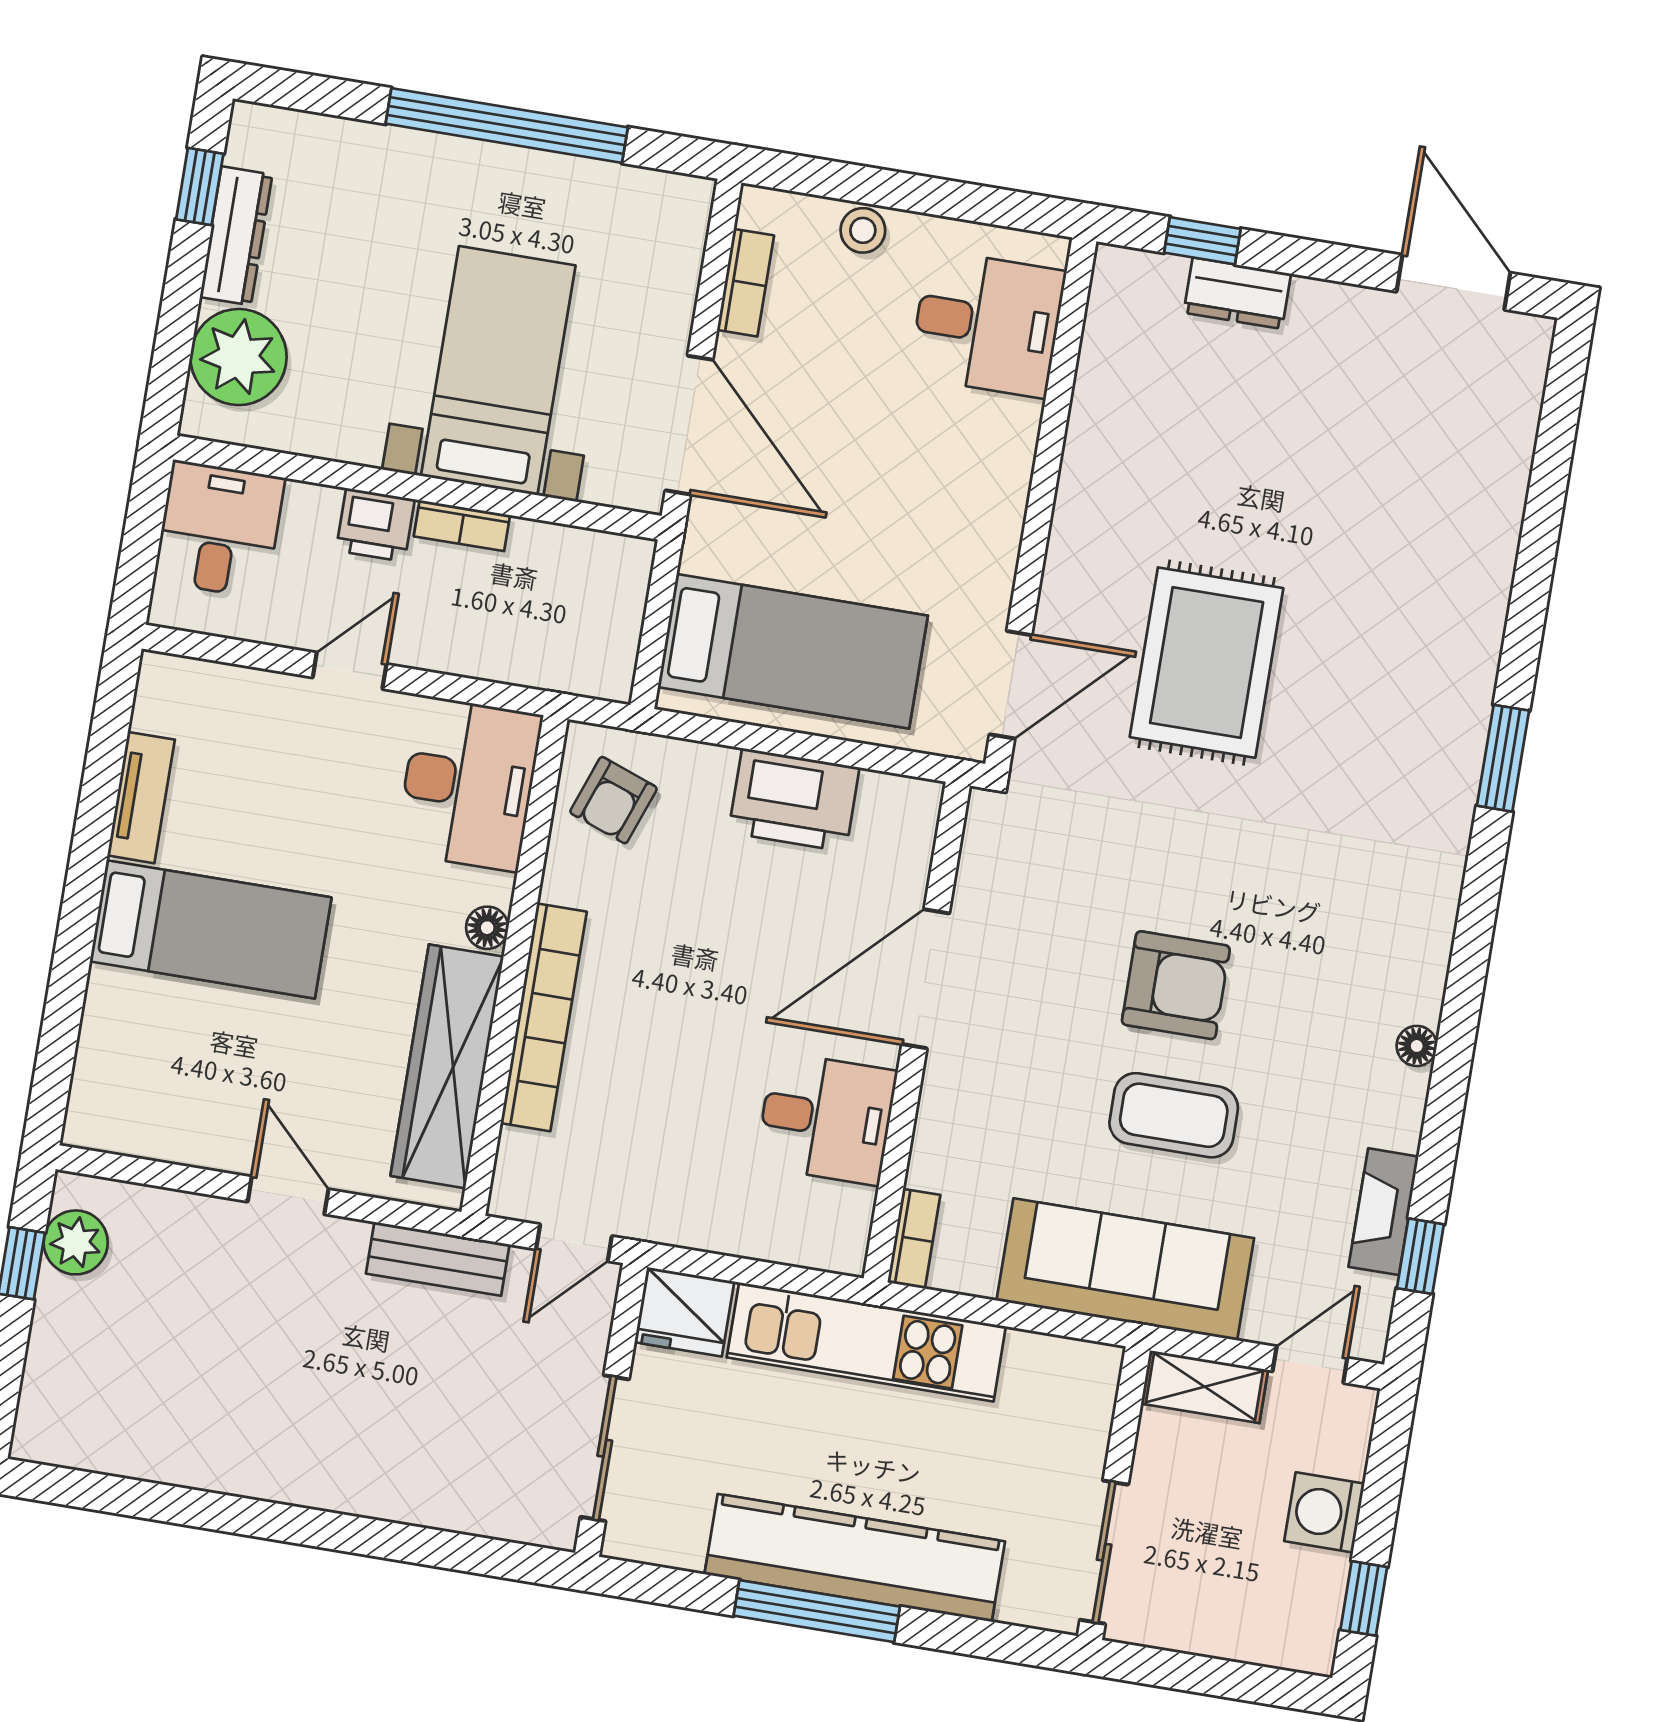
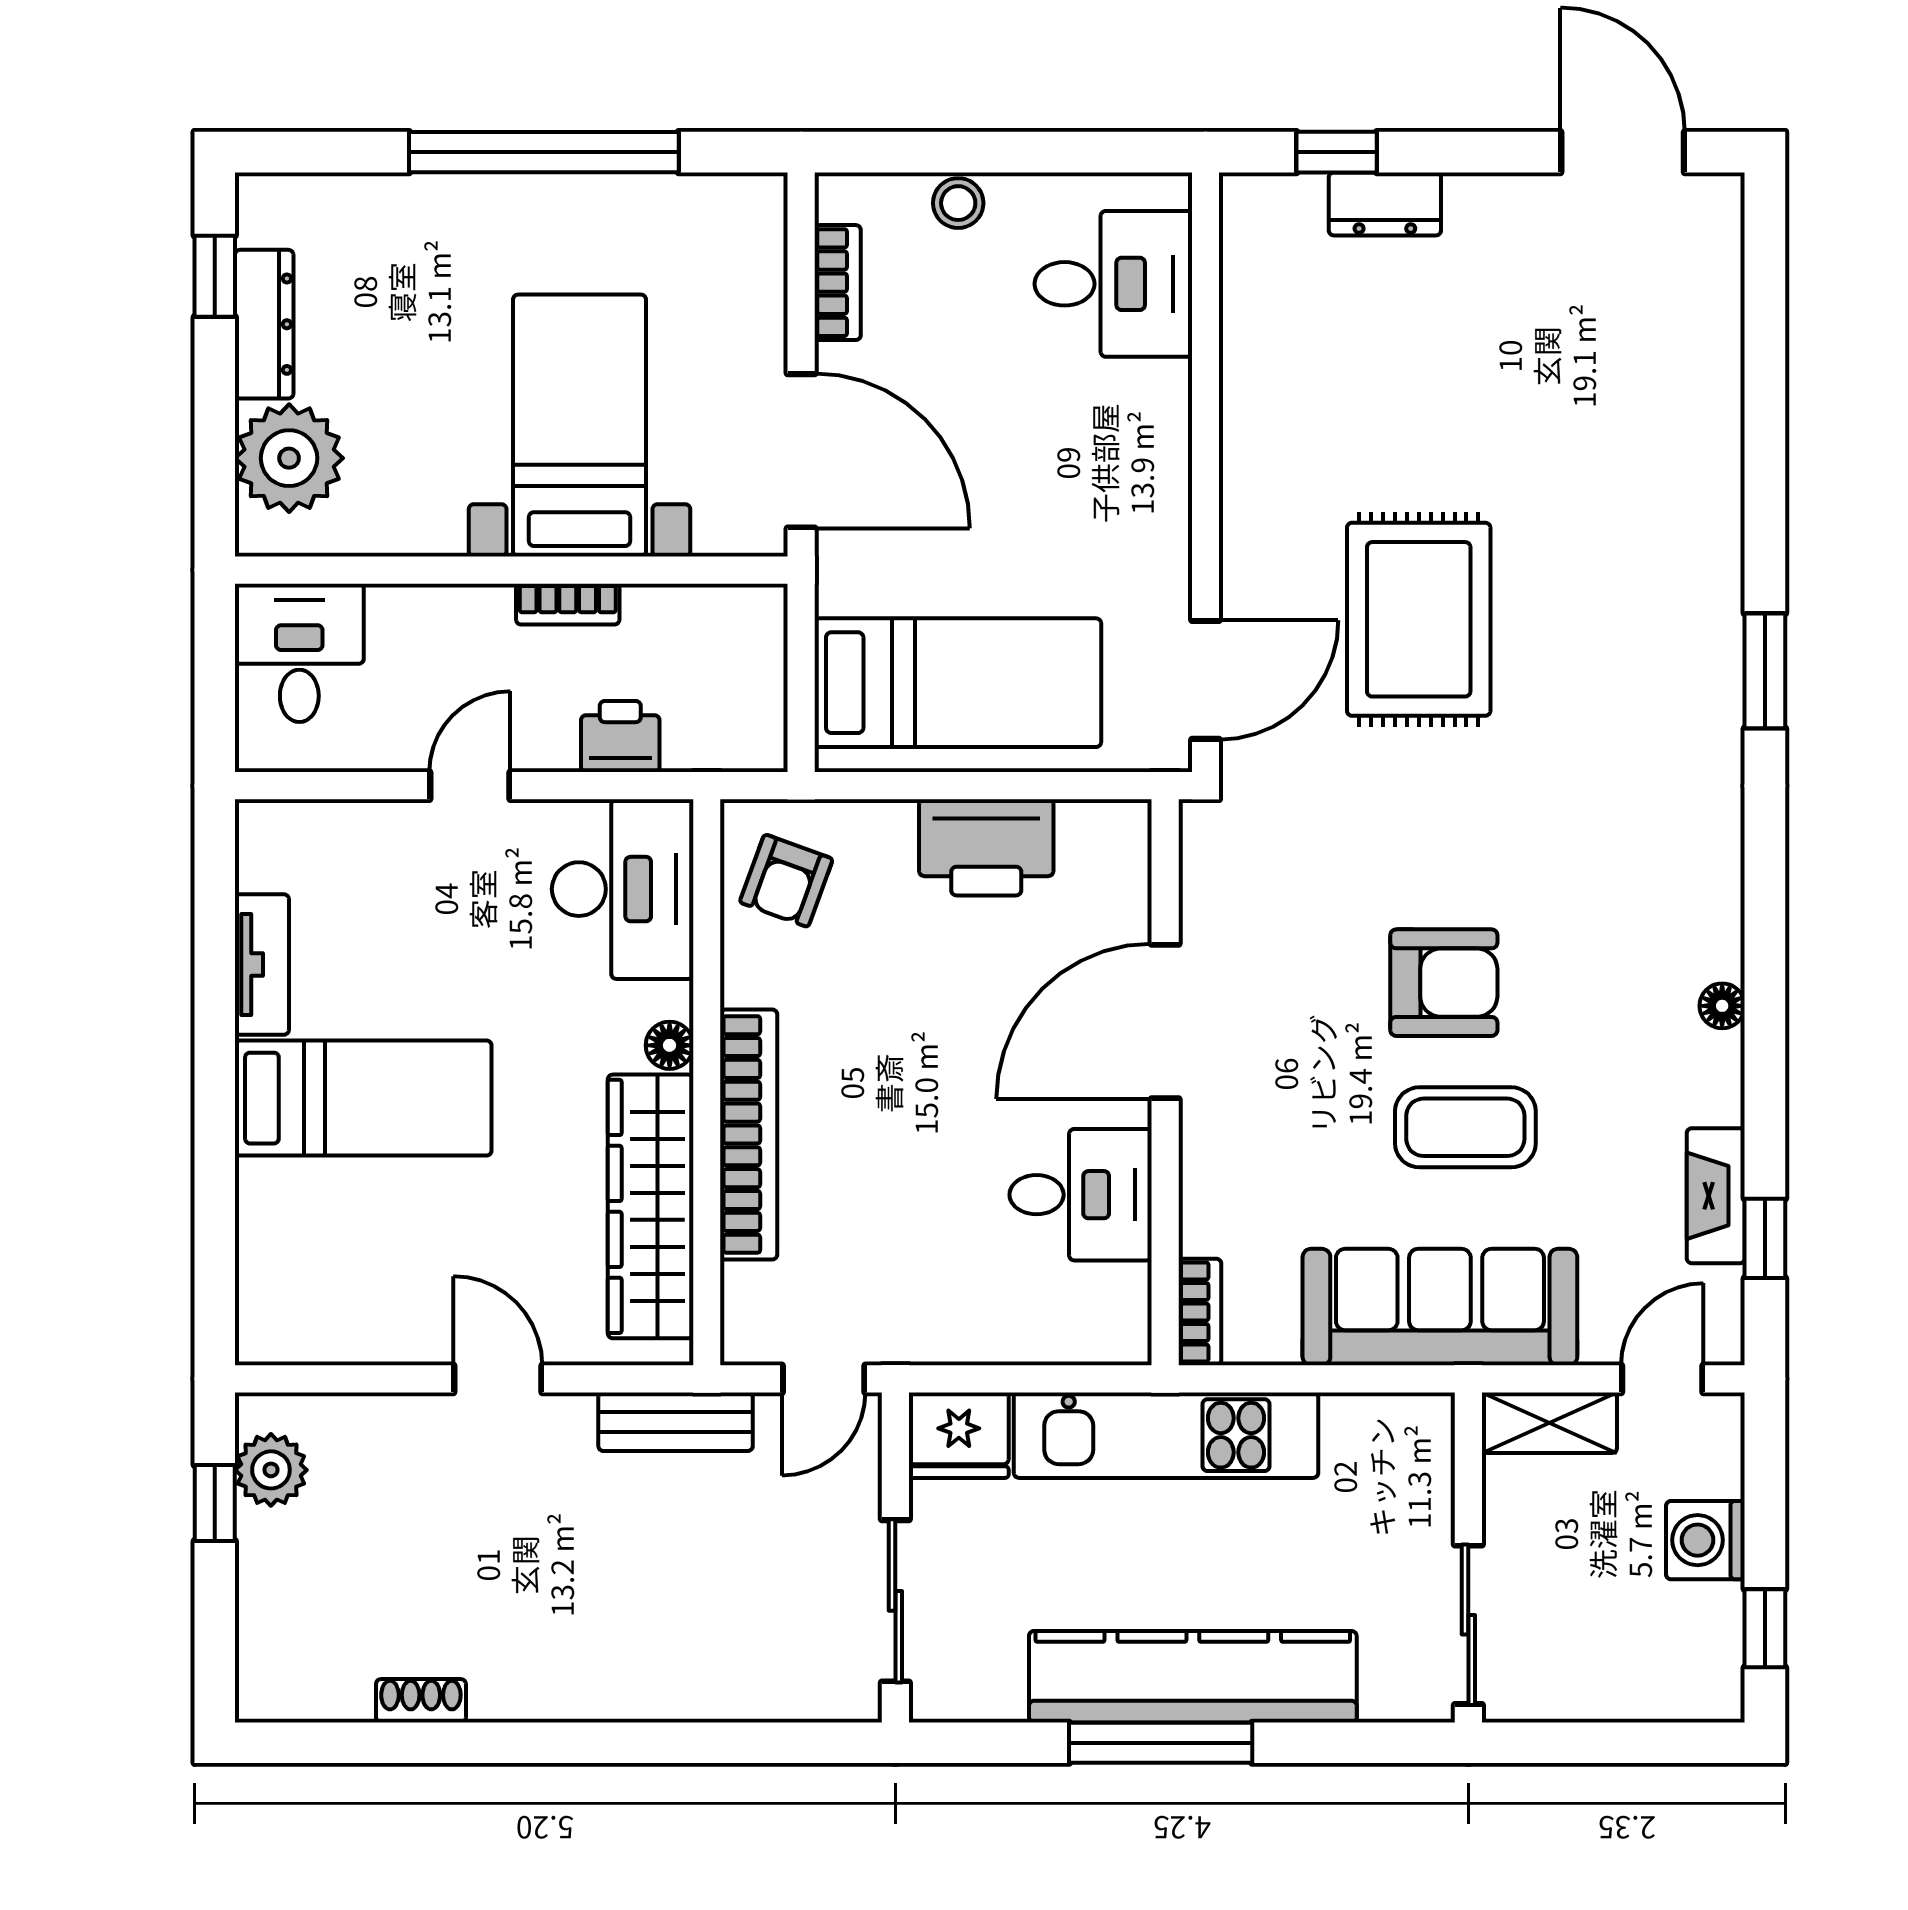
printer: (375, 525) -> (620, 737), moved, turned 180
shoe rack: (174, 1467) -> (421, 1701), added

